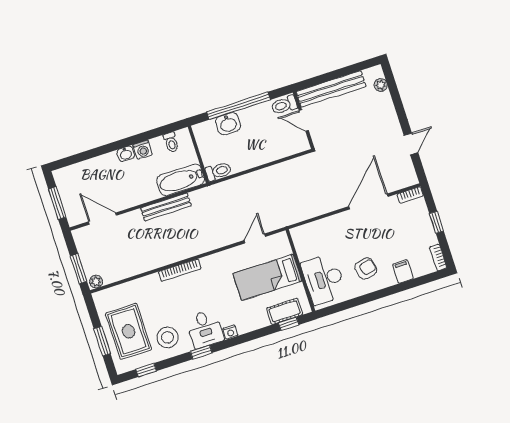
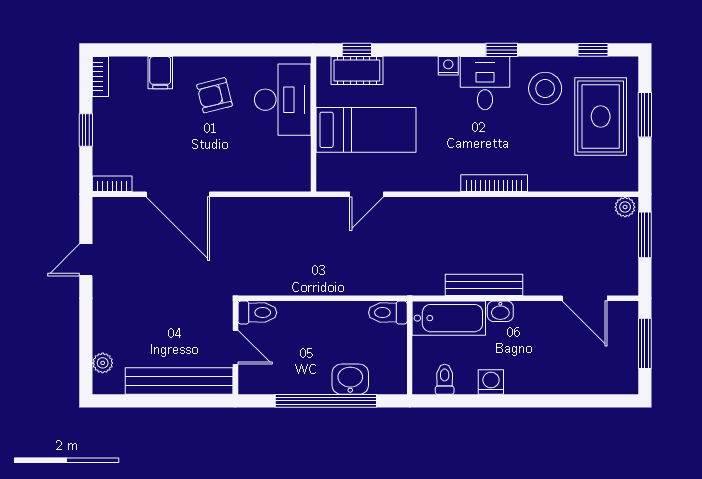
toilet: (284, 105) -> (257, 313), moved
washbasin: (126, 154) -> (500, 311), moved, turned 180
door: (368, 202) -> (178, 194), hinge flipped

